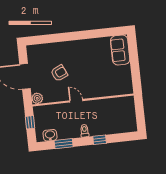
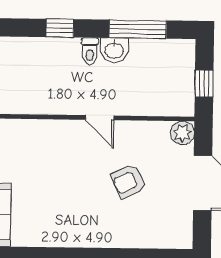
washbasin: (50, 135) -> (114, 50), moved
window: (64, 144) -> (138, 29), width x1.44

